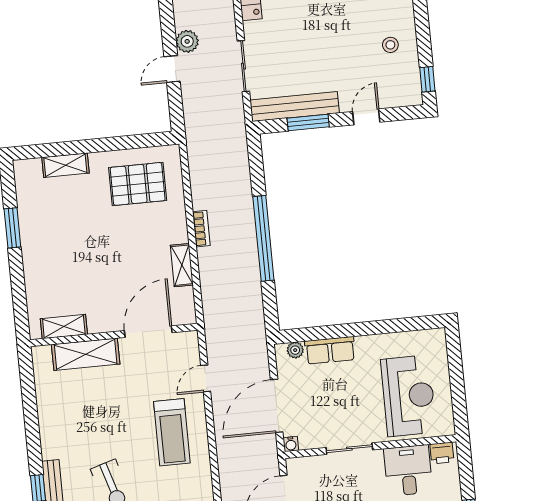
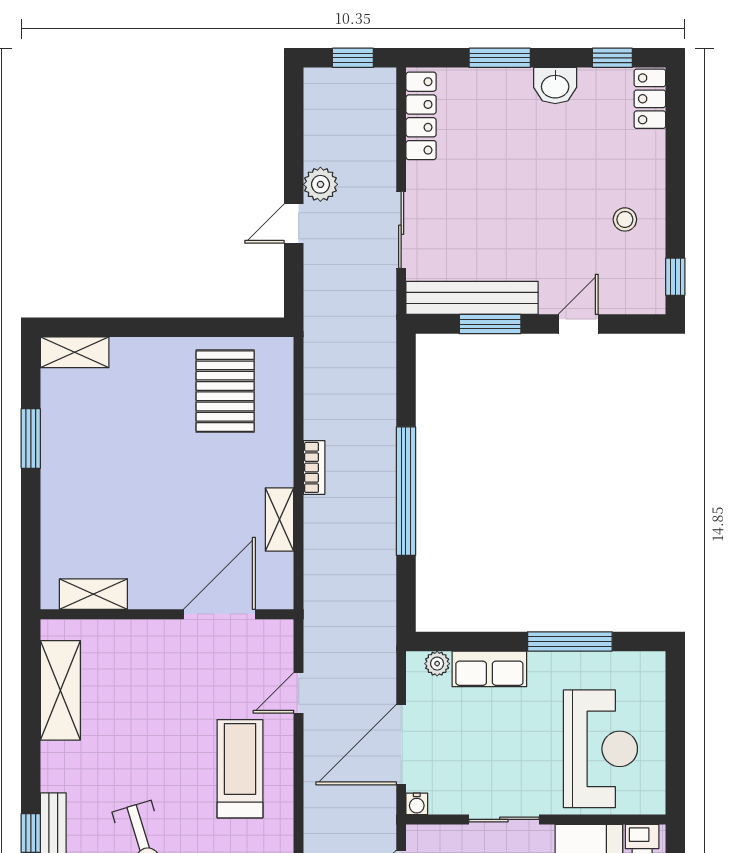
shelving: (65, 165) -> (75, 352), moved
pallet: (138, 184) -> (225, 391), turned 90
window: (381, 327) -> (570, 641), added
shelving: (86, 354) -> (60, 690), moved, turned 90
treadmill: (172, 432) -> (240, 769), turned 180

